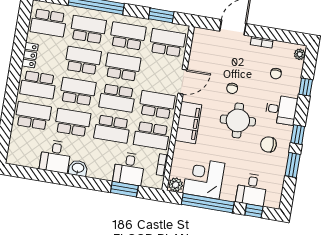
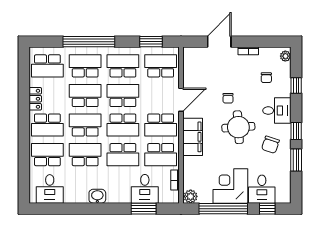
school desk: (157, 105) -> (161, 125), turned 180
chair: (268, 144) -> (270, 145), turned -72
desk: (55, 156) -> (50, 189), moved
corner desk: (204, 178) -> (230, 186), moved

